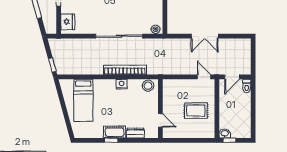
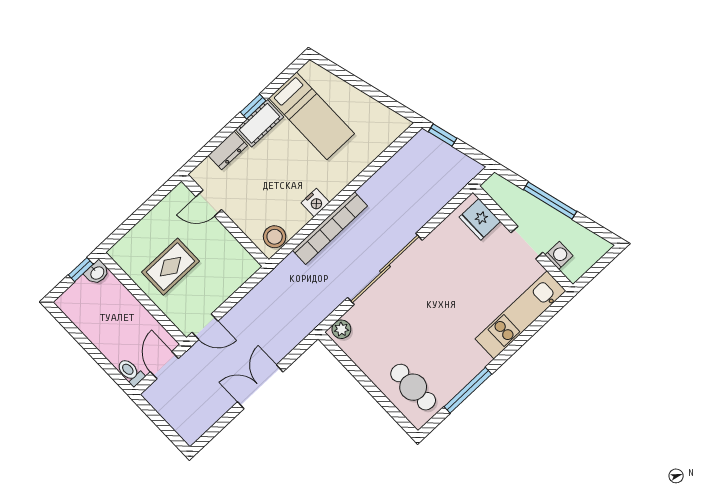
bed: (83, 100) -> (312, 116), moved, turned 180

